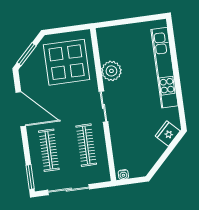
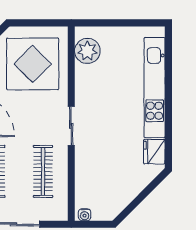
plant: (111, 71) -> (87, 51), moved
fridge: (168, 134) -> (154, 152), moved, turned -45

